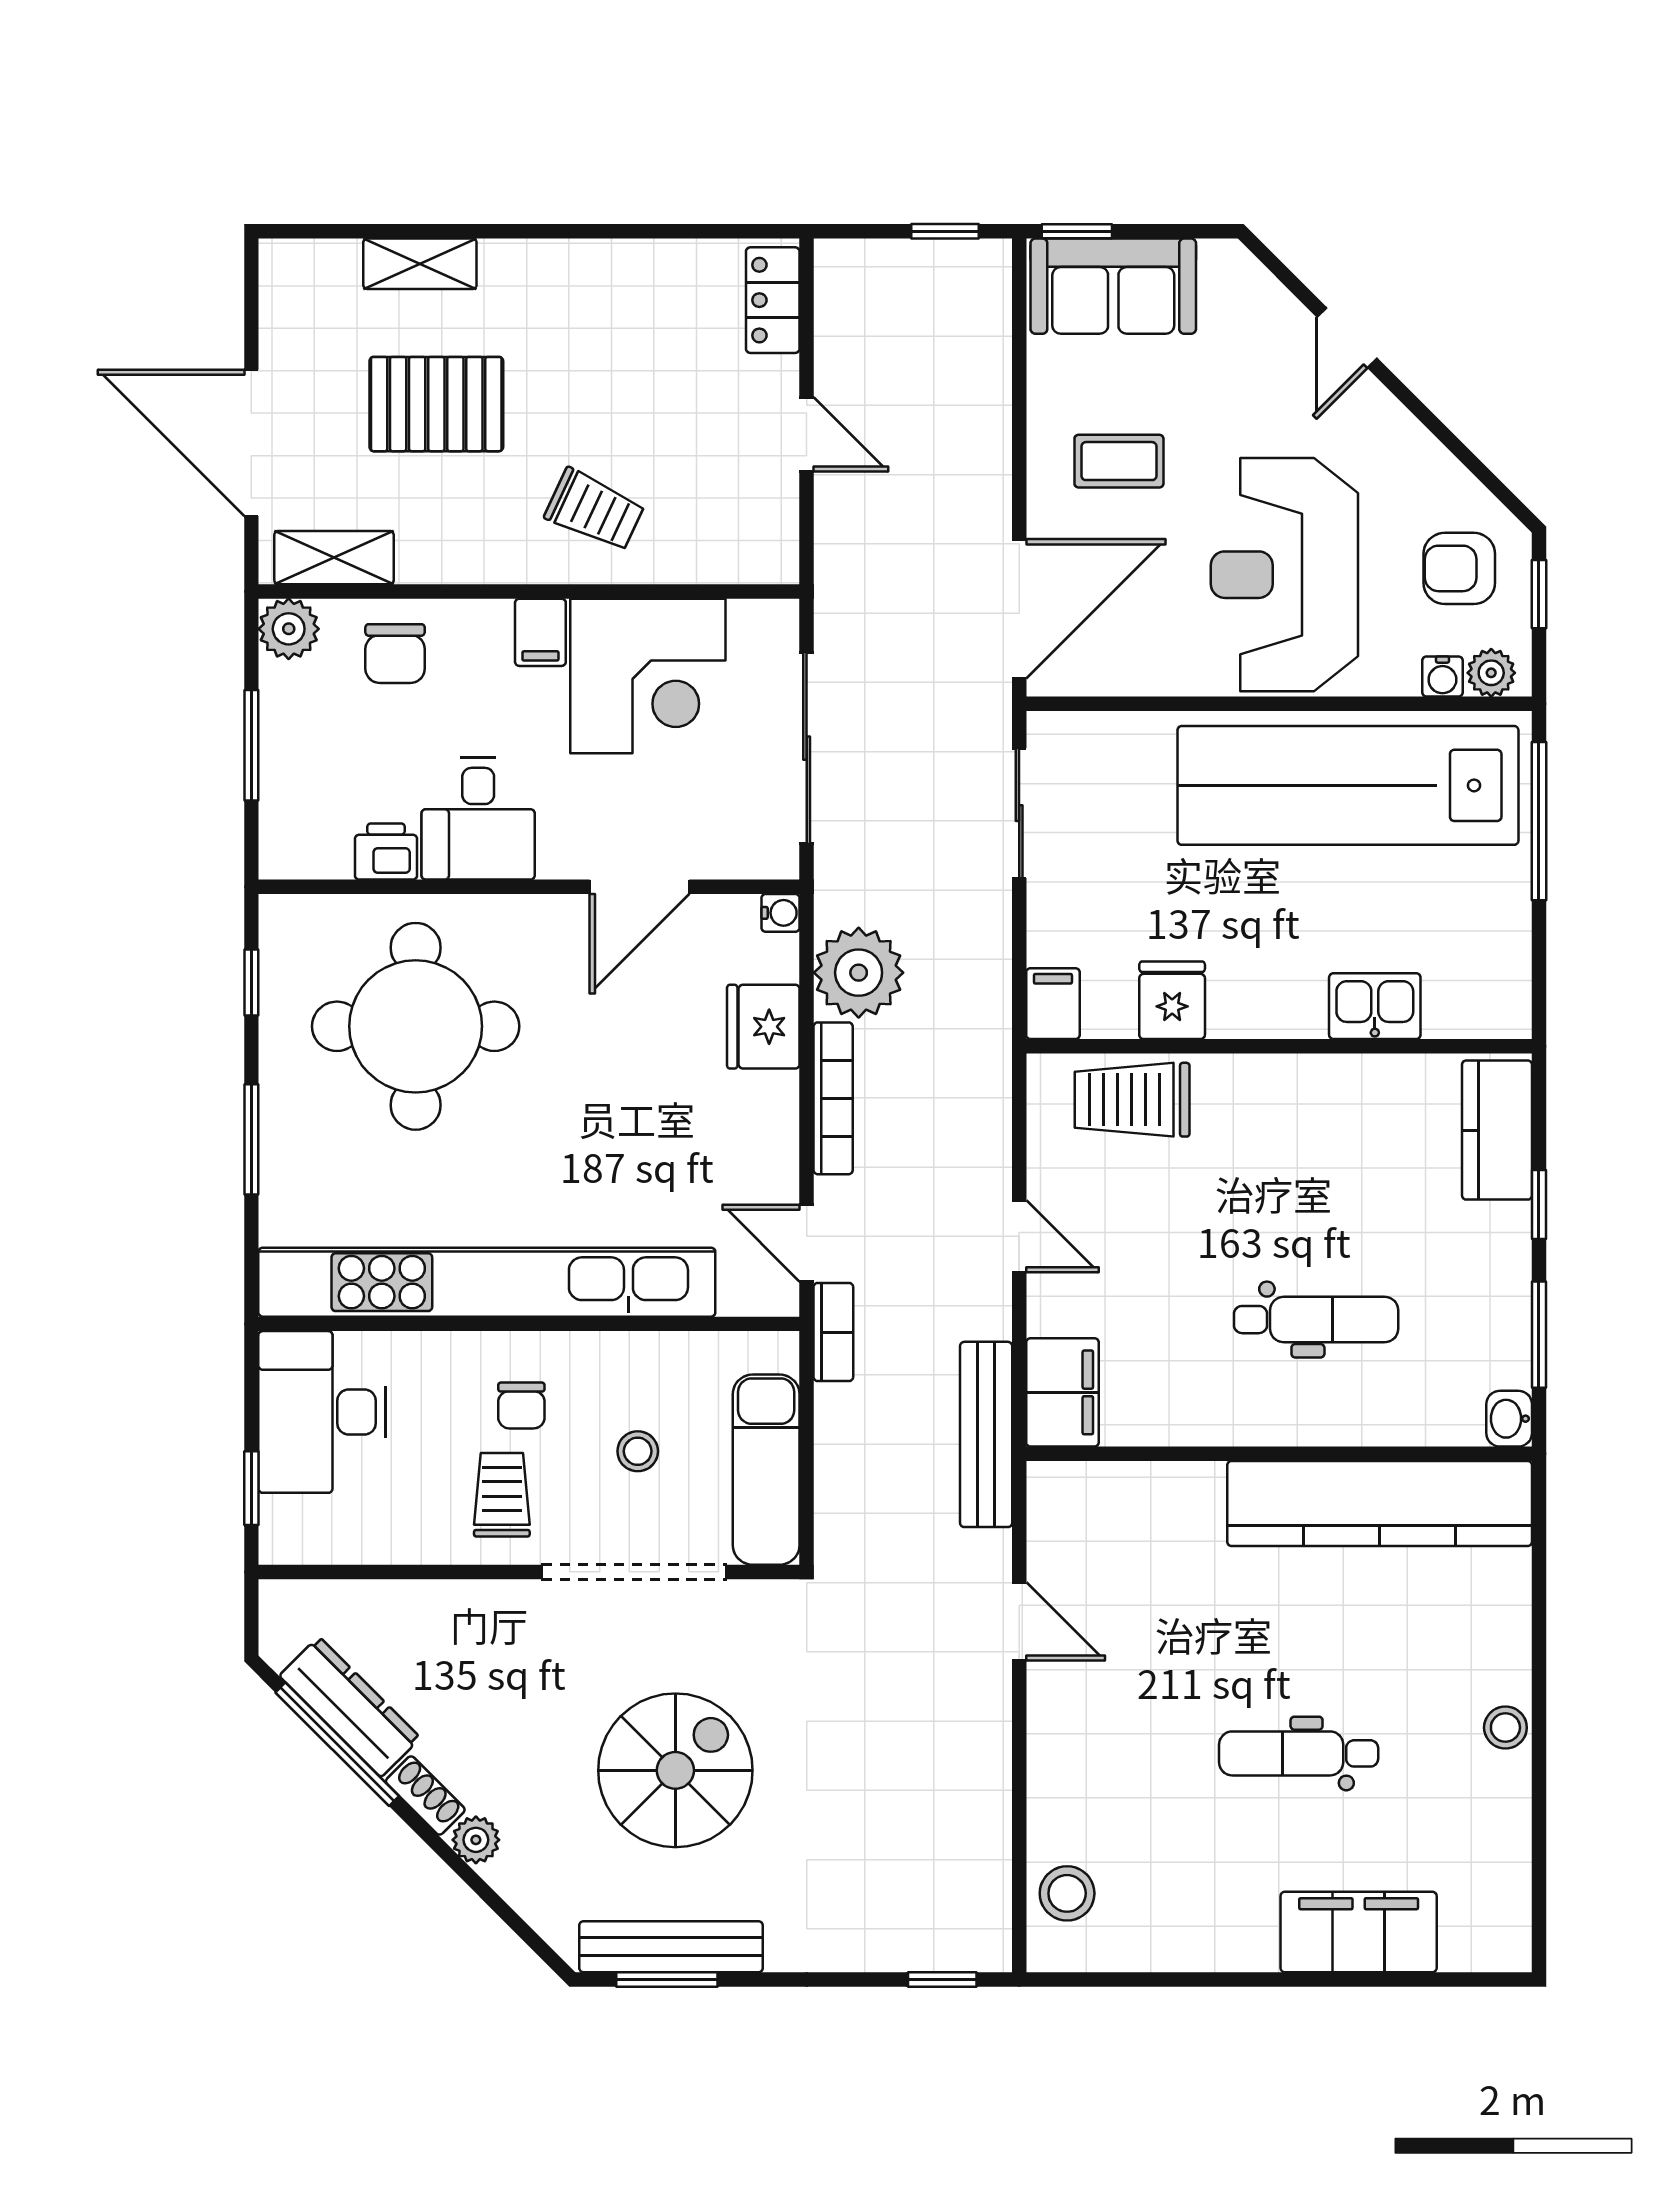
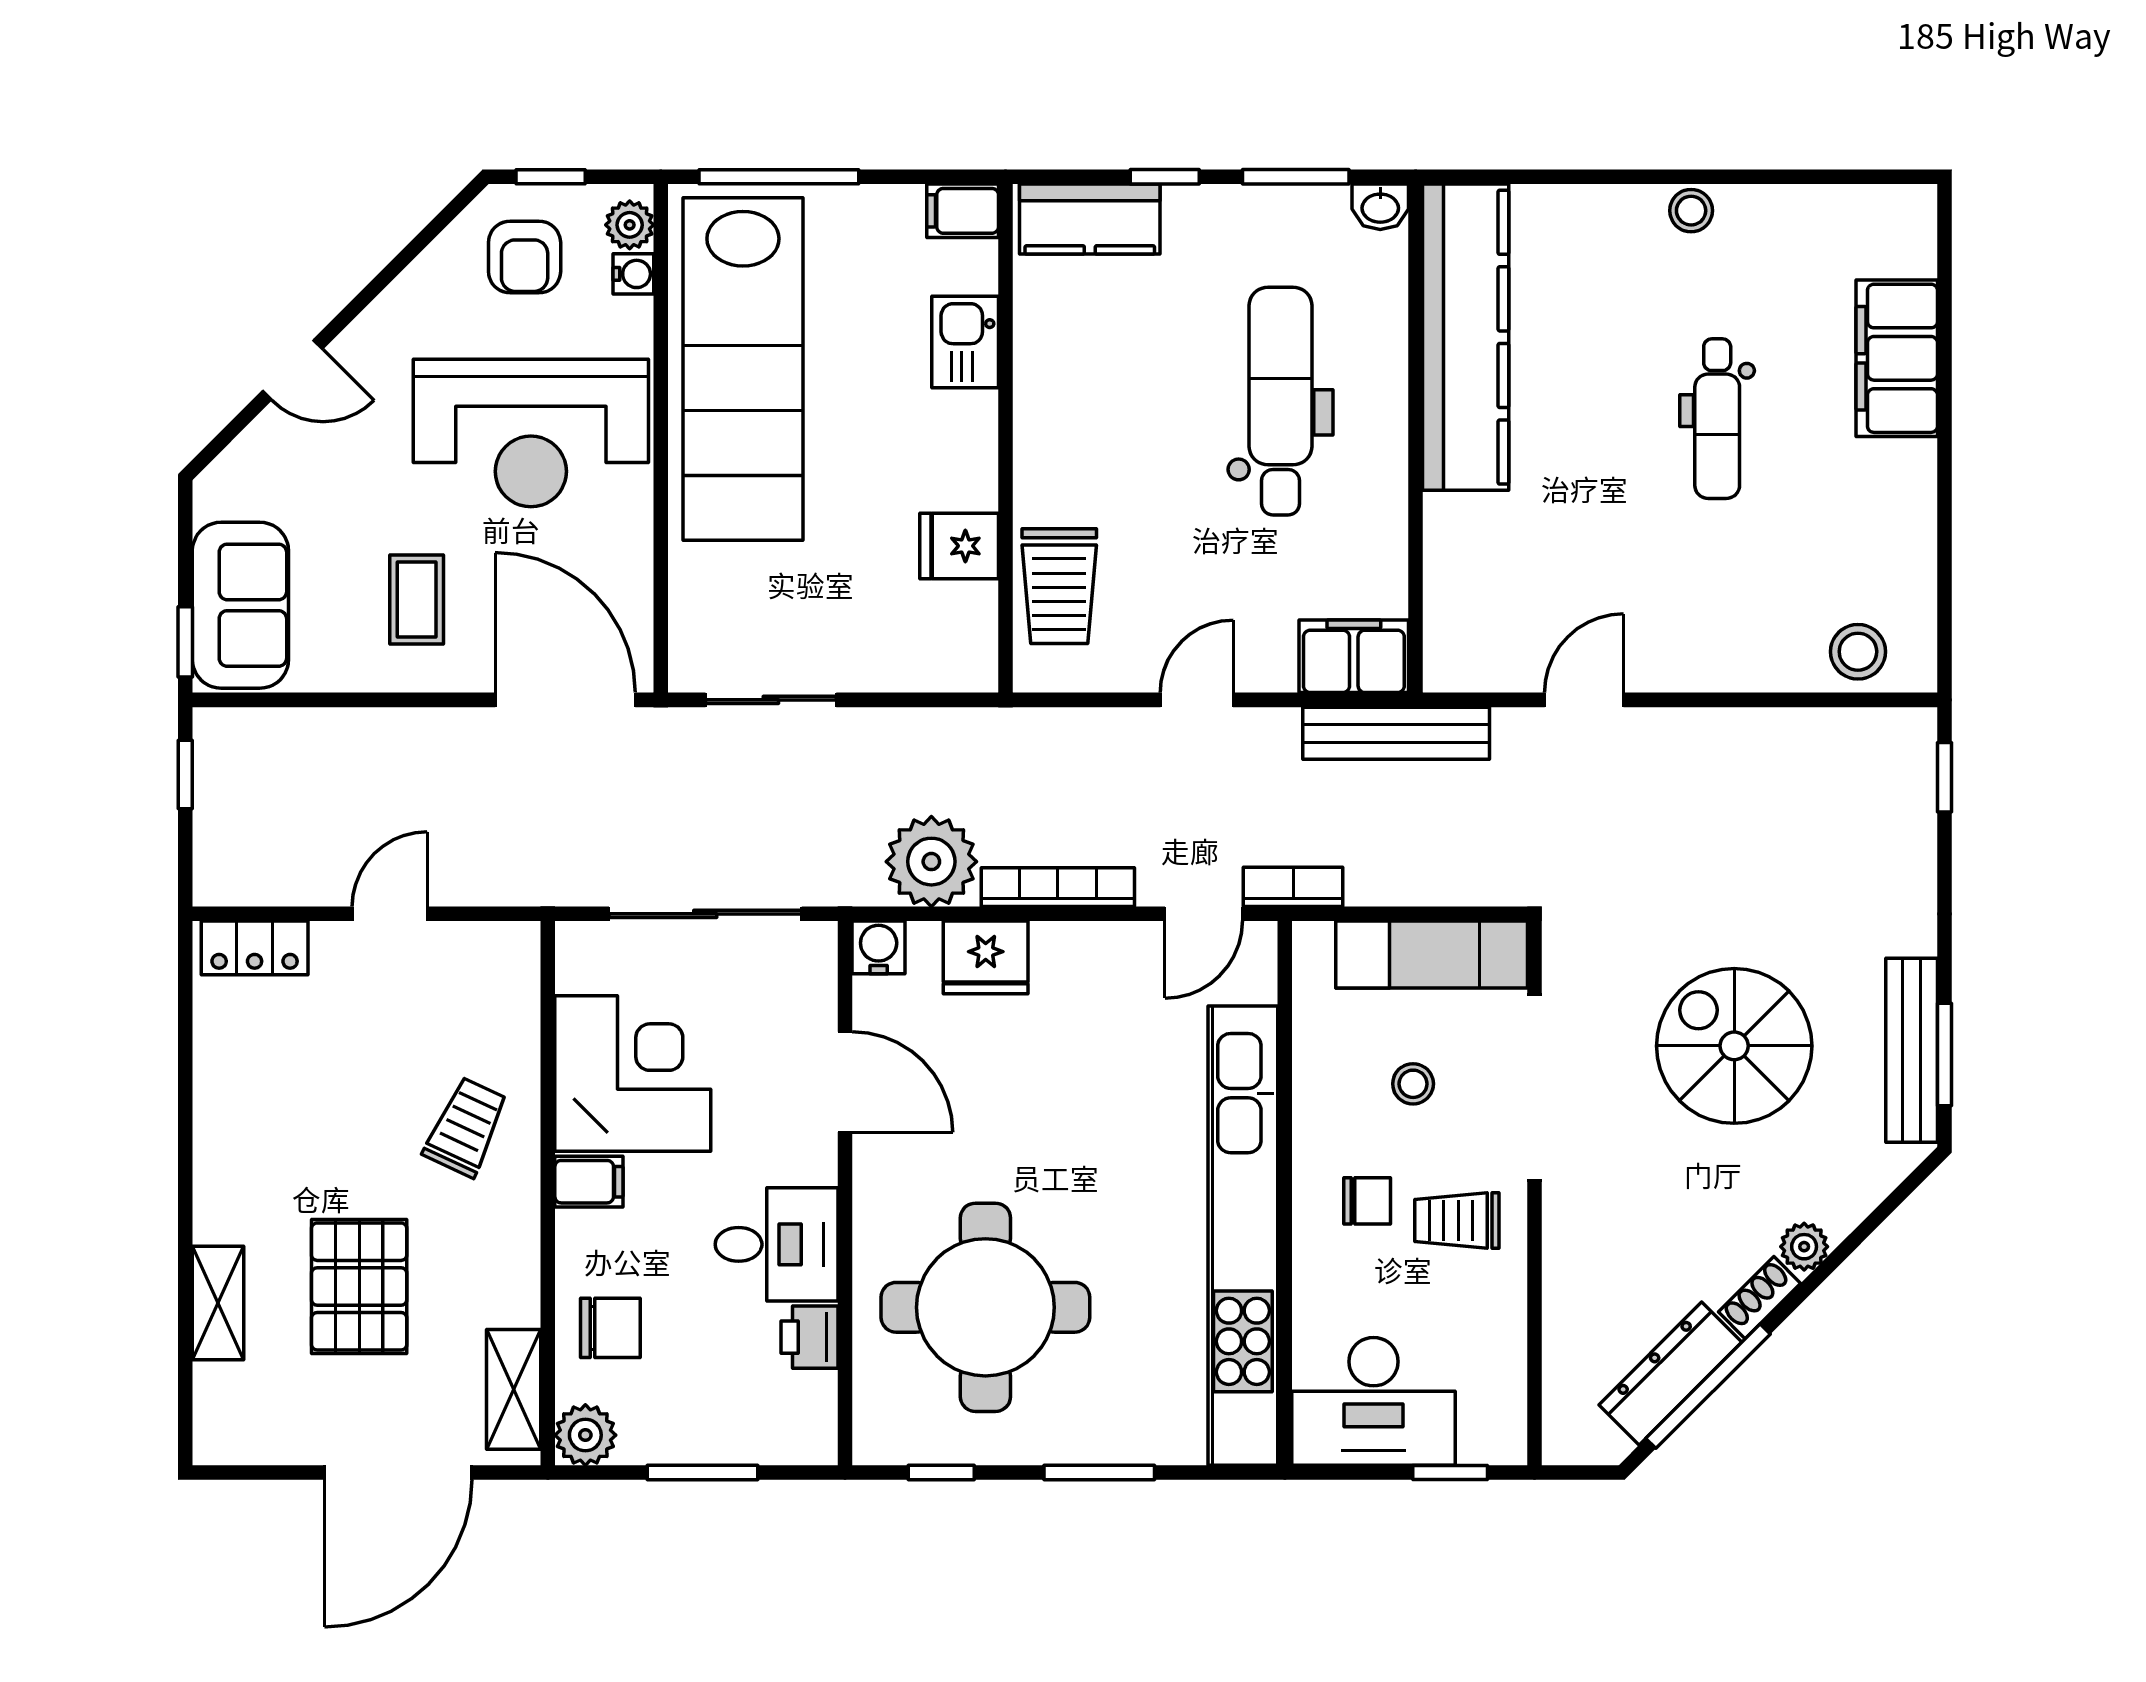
water cooler: (781, 913) -> (879, 947), width x1.38, depth x1.38
filing cabinet: (1053, 1004) -> (963, 211), moved
dental chair: (1316, 1320) -> (1280, 401), width x1.36, depth x1.38

